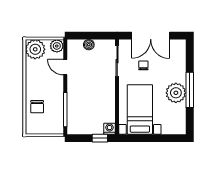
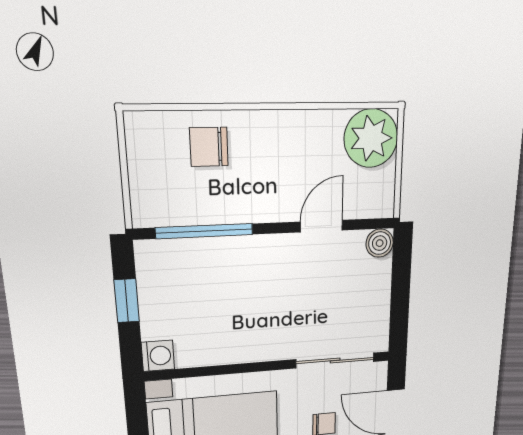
boiler: (89, 45) -> (380, 243), moved
plant: (57, 46) -> (378, 200), removed
window: (100, 138) -> (127, 301), moved

